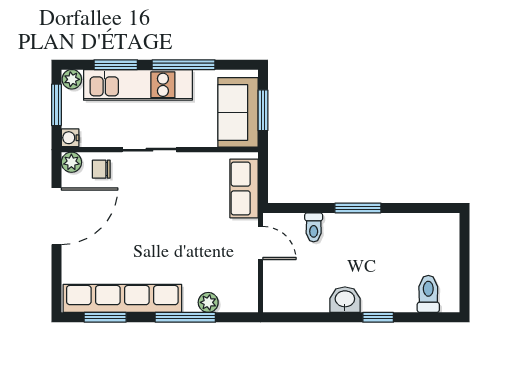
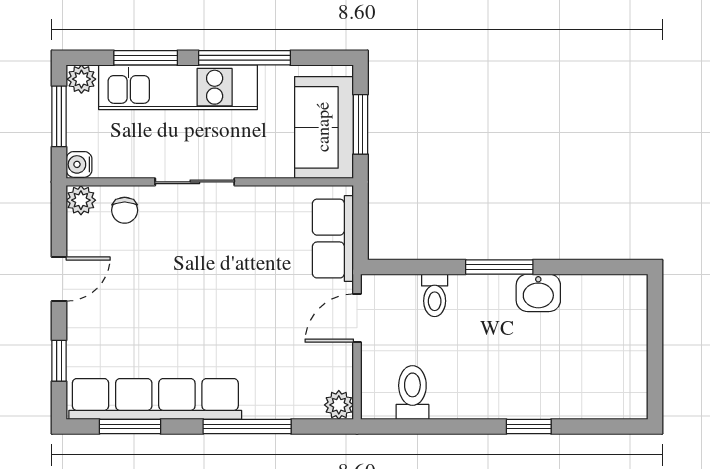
chair: (101, 169) -> (125, 210), turned -90
door: (56, 216) -> (59, 279), width x0.53
door: (260, 243) -> (357, 318), swing flipped
window: (56, 272) -> (59, 361), added
toilet: (428, 294) -> (412, 393), moved
washbasin: (345, 300) -> (538, 293), moved, turned 180
plant: (208, 302) -> (339, 405), moved

